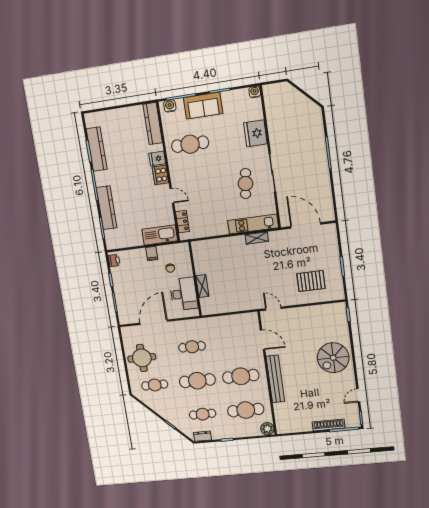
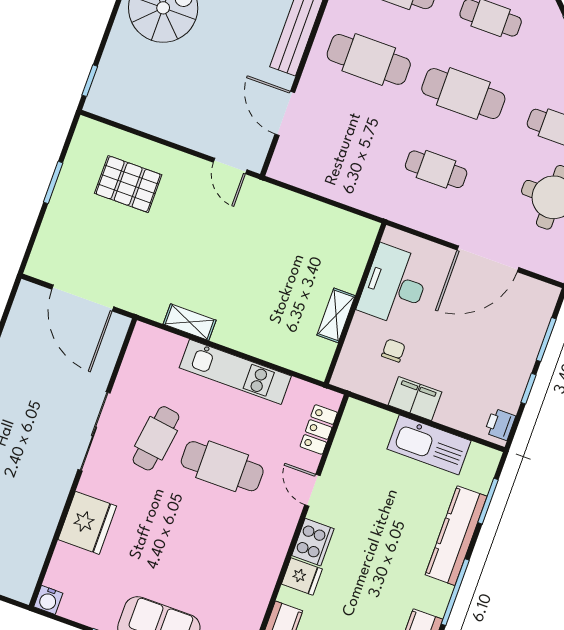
cafe table: (190, 144) -> (222, 466), moved
kitchen unit: (253, 224) -> (235, 372), moved
kitchen sink: (160, 235) -> (429, 445), moved
filing cabinet: (152, 254) -> (415, 399), width x2.00
shelving: (202, 286) -> (336, 315), moved

